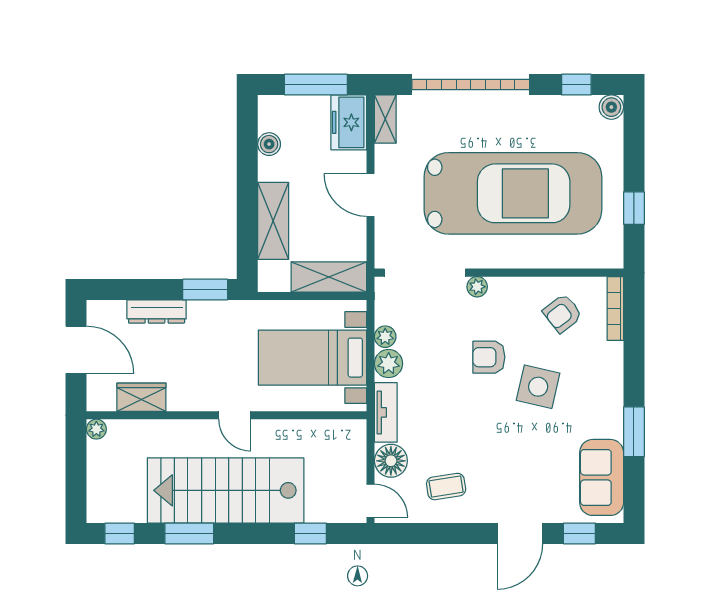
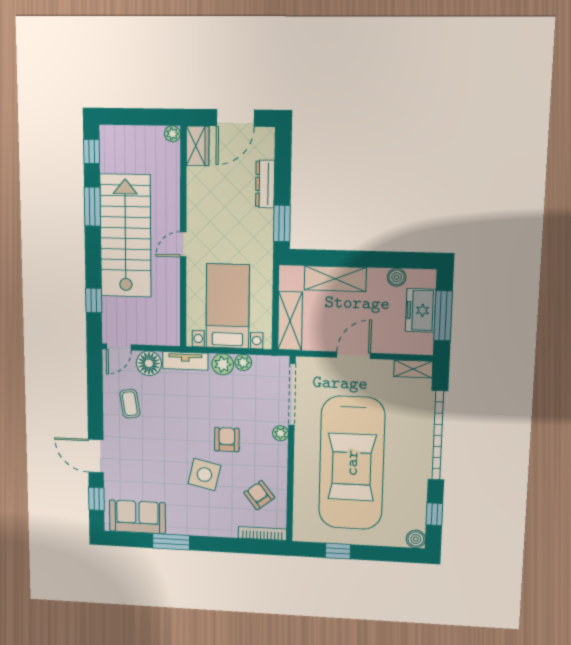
freezer: (349, 122) -> (421, 310), moved, turned -90
wardrobe: (141, 397) -> (198, 146), moved

